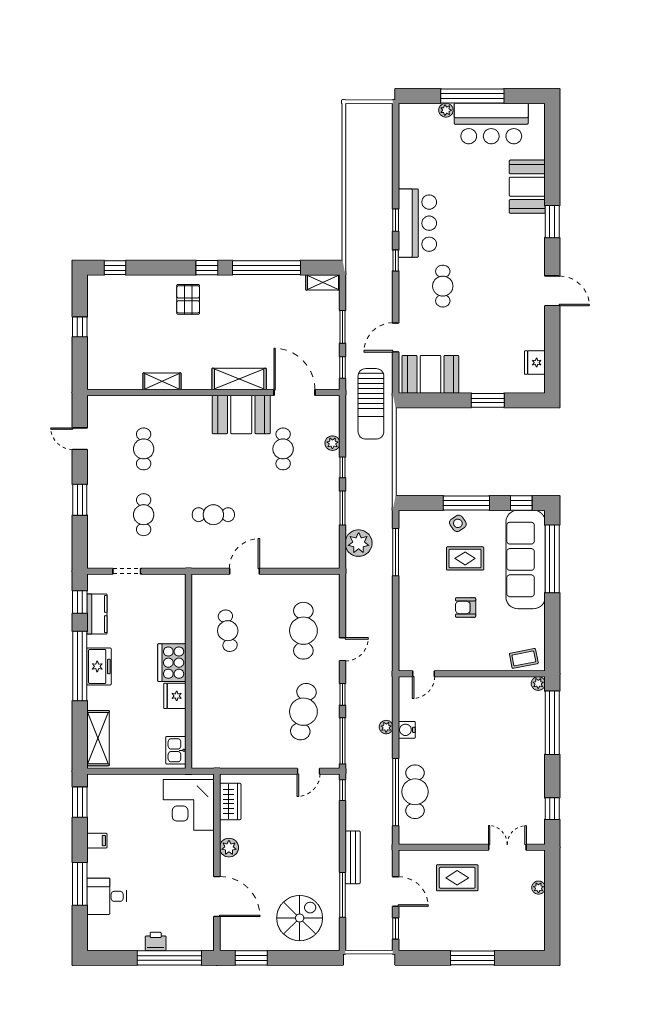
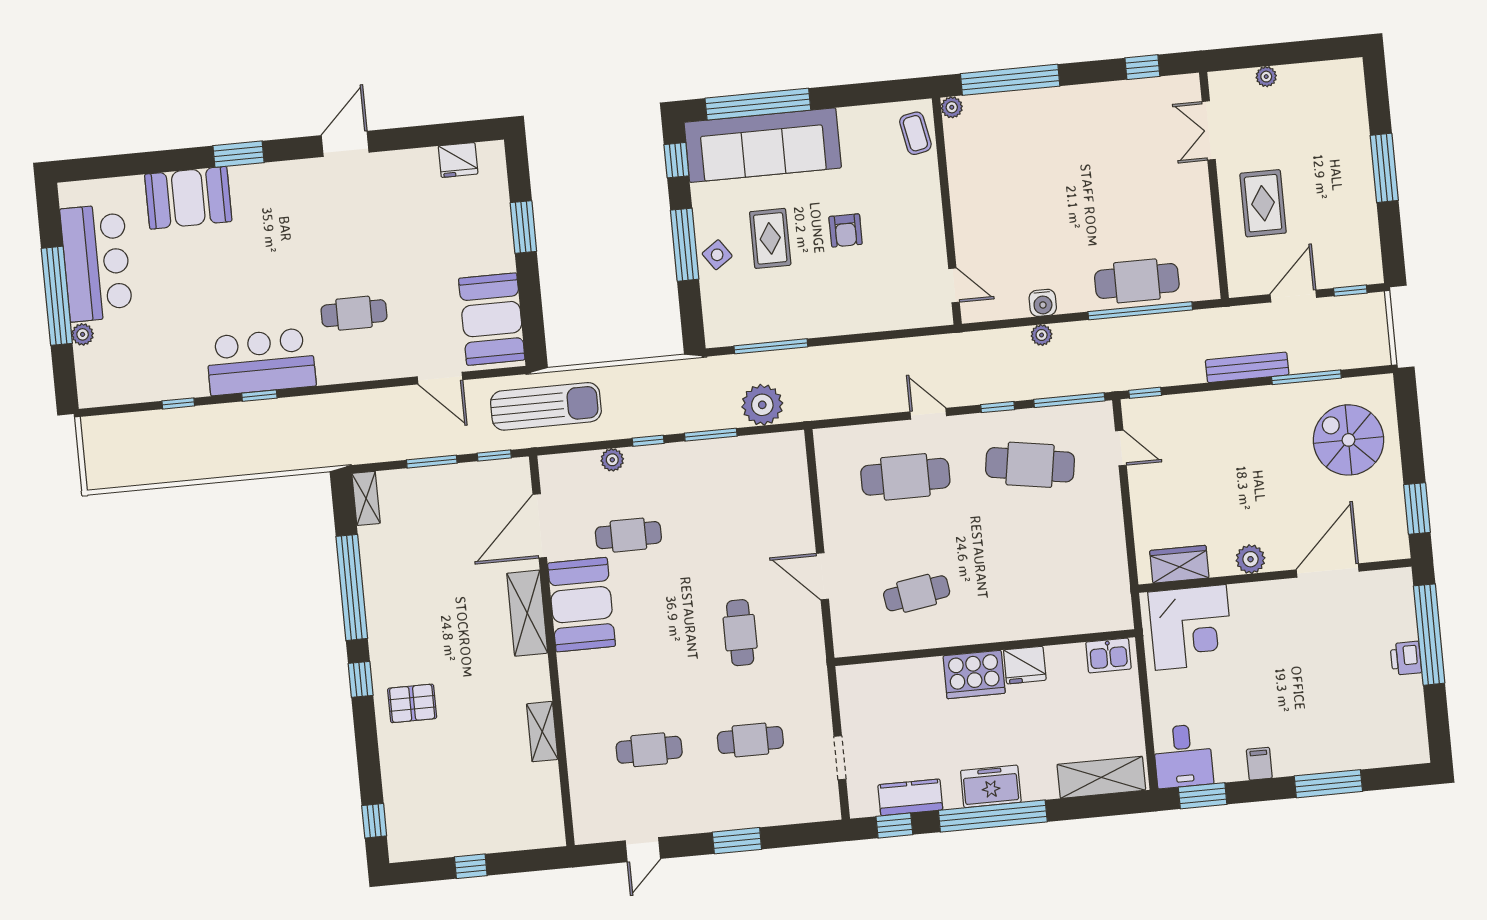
window: (396, 260) -> (178, 403), moved
desk: (106, 896) -> (1183, 756), moved

